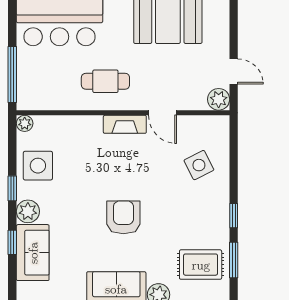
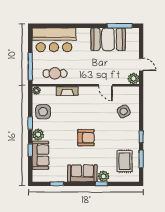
cafe table: (105, 81) -> (55, 73), moved
fireplace: (125, 124) -> (67, 91), moved
armchair: (123, 217) -> (86, 138), turned 90
rug: (201, 265) -> (124, 161), turned 90

